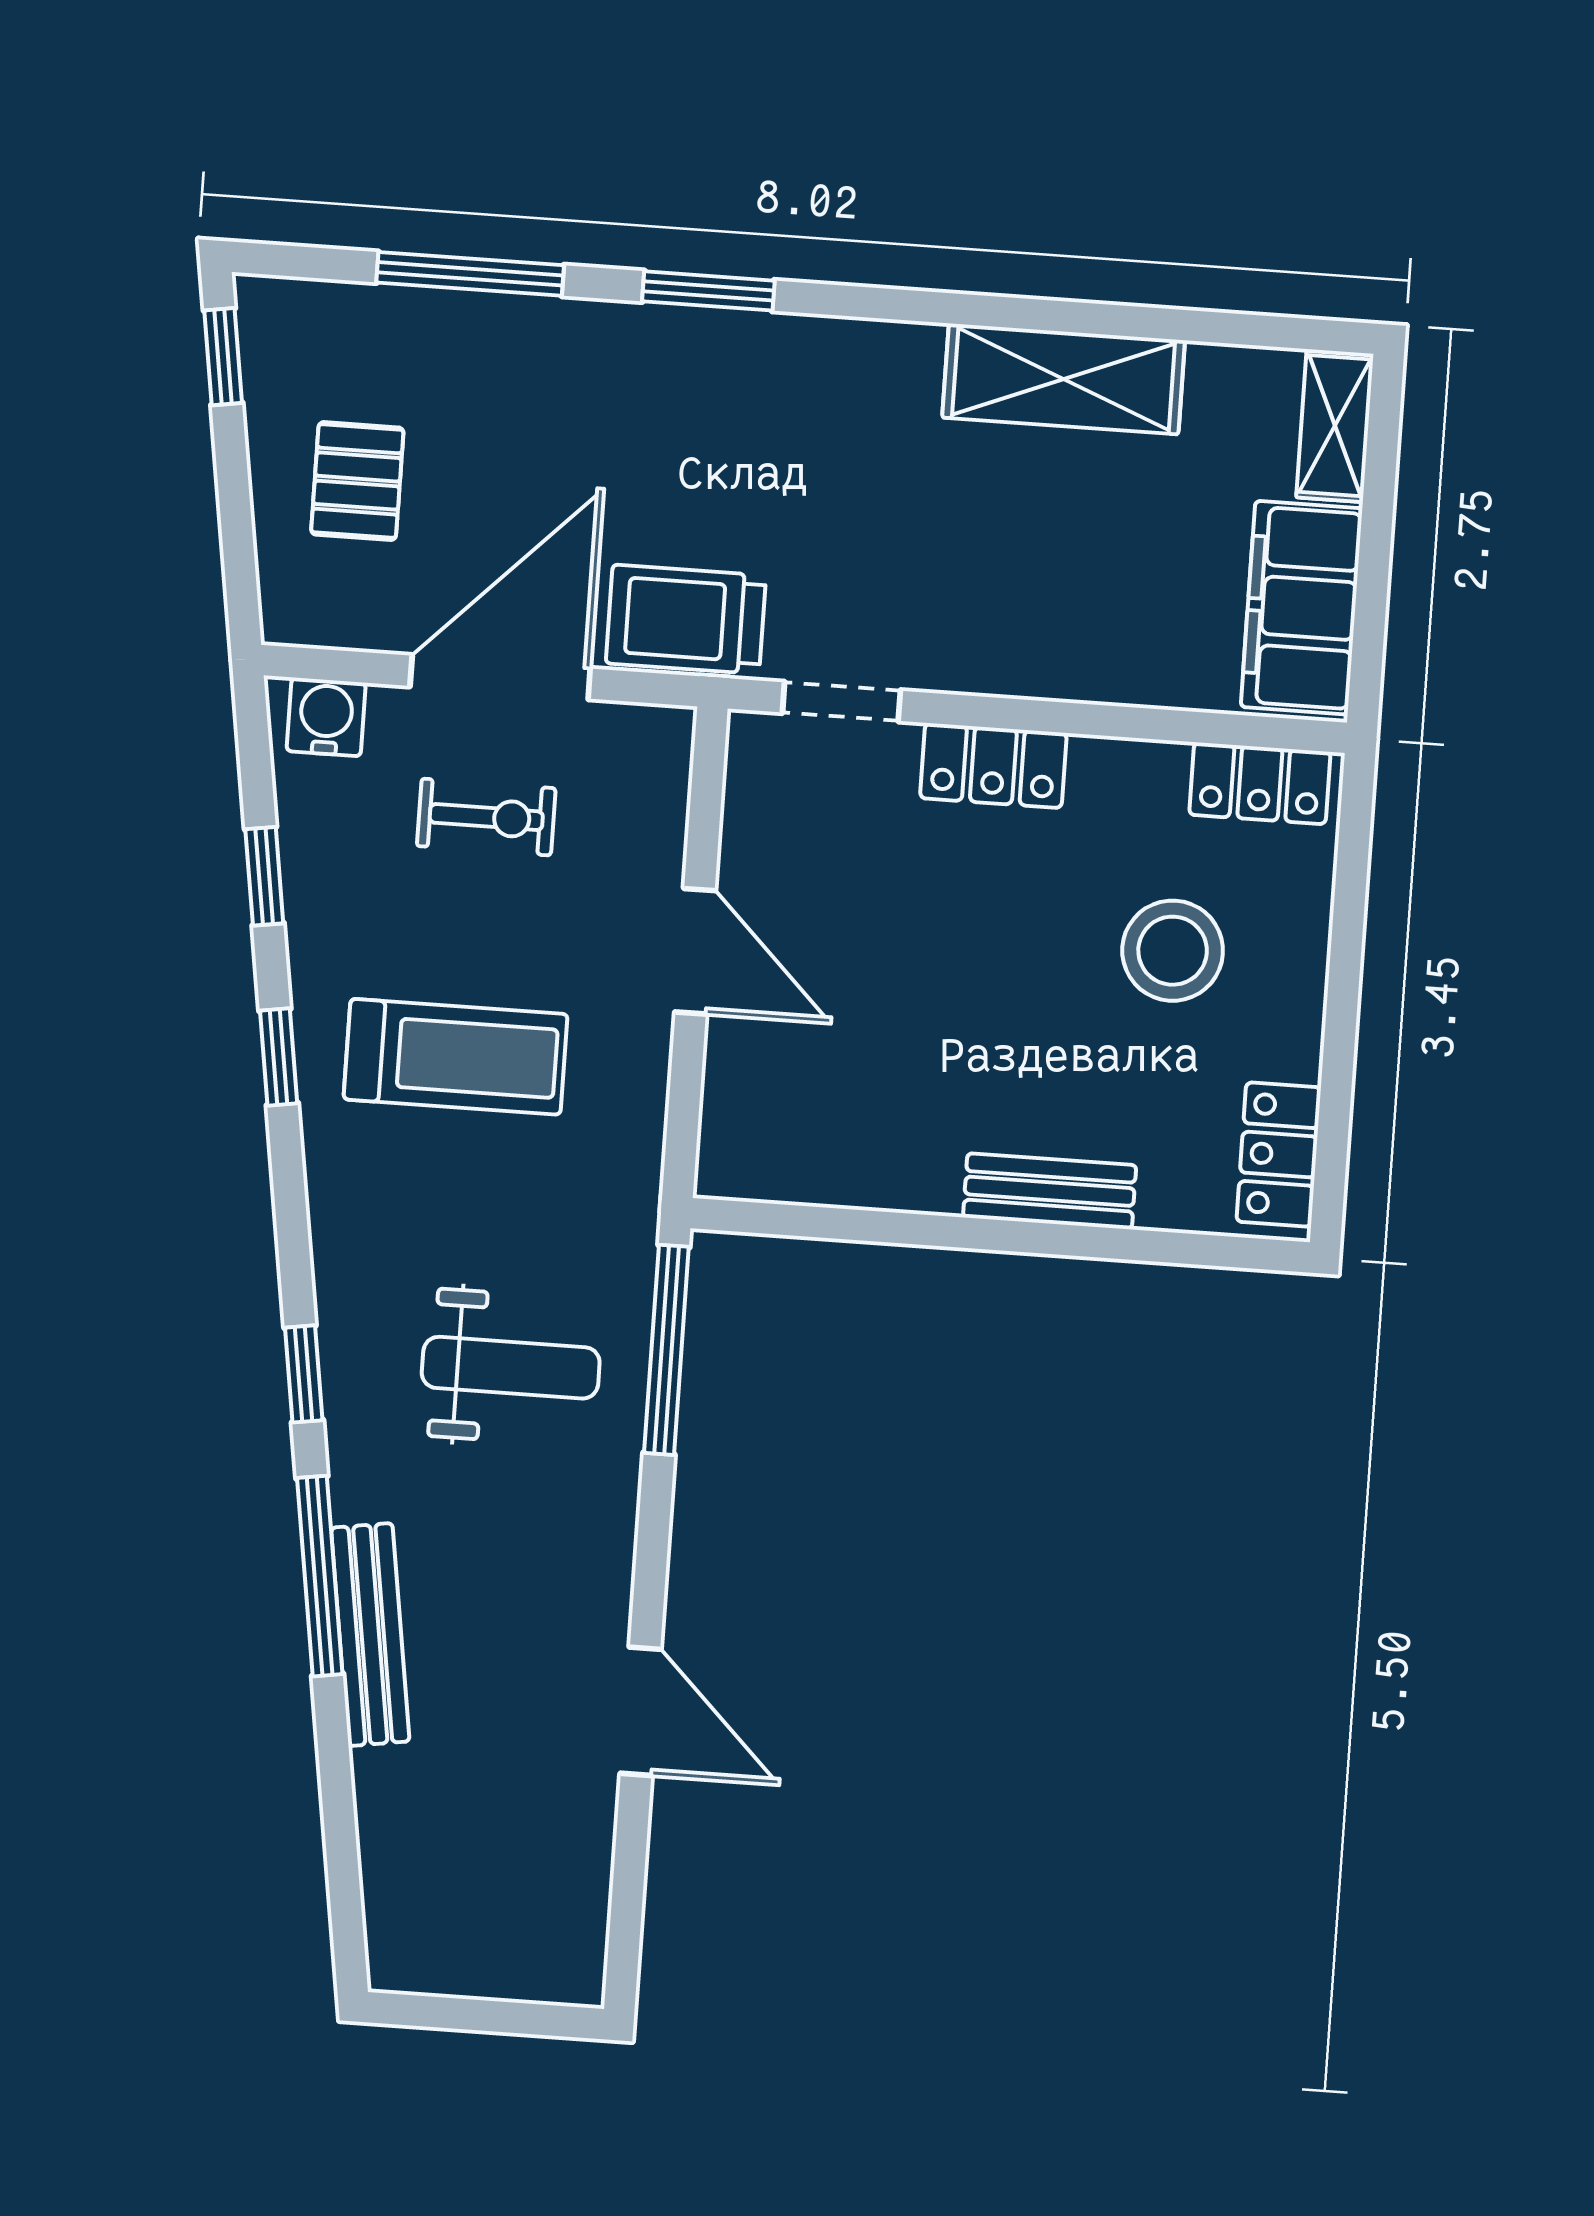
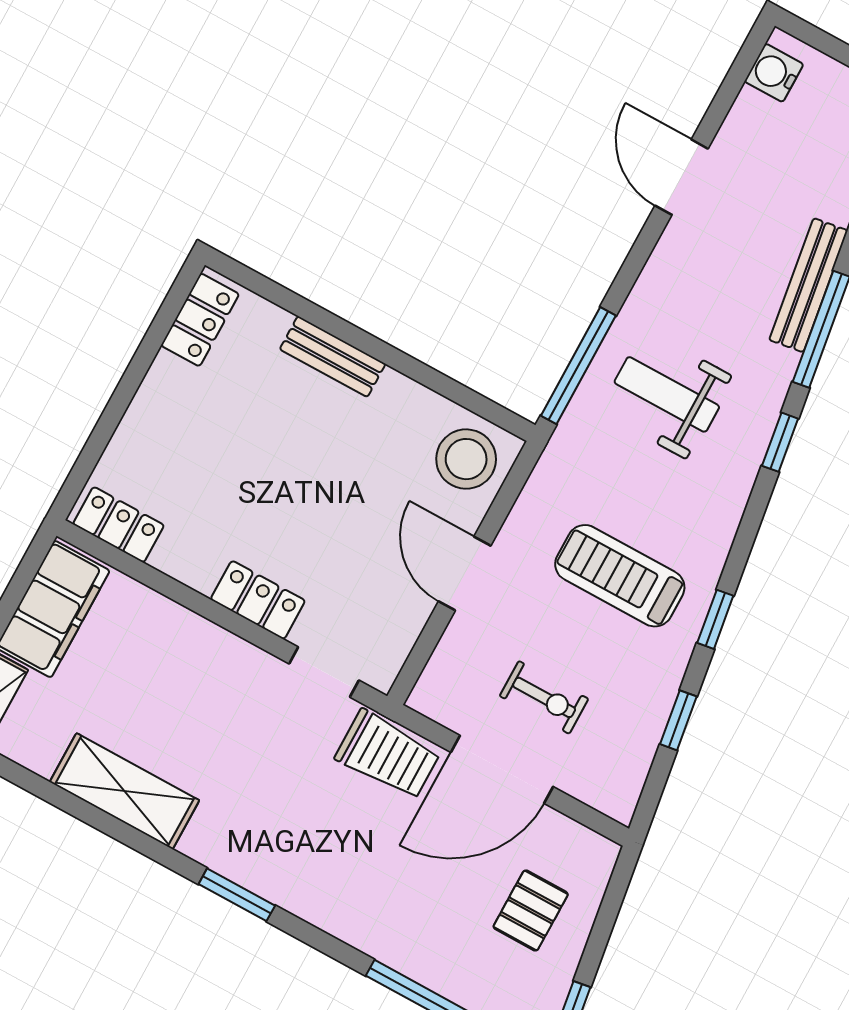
window: (708, 291) -> (237, 895), moved
water cooler: (326, 717) -> (774, 73), moved, turned 90
exercise bike: (486, 817) -> (544, 697), turned 180
stool: (1173, 951) -> (466, 459), moved

